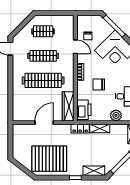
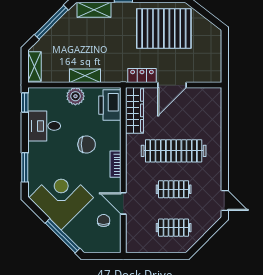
clothes rail: (43, 56) -> (174, 189), width x0.73
plant: (116, 115) -> (75, 96), moved
locker: (80, 129) -> (142, 75), moved

